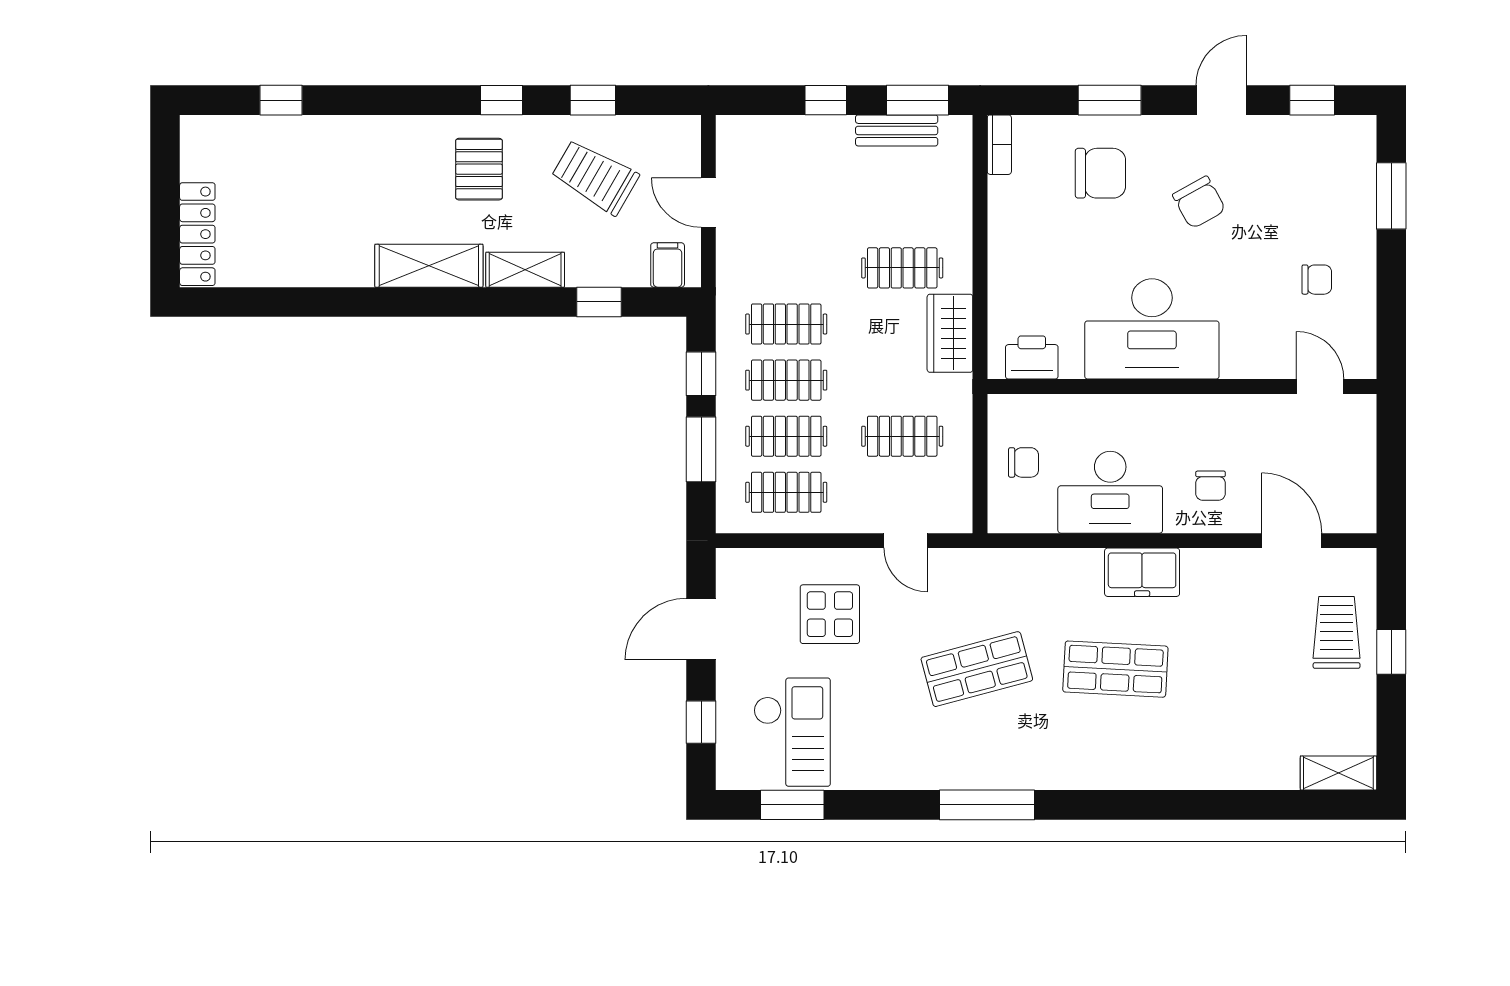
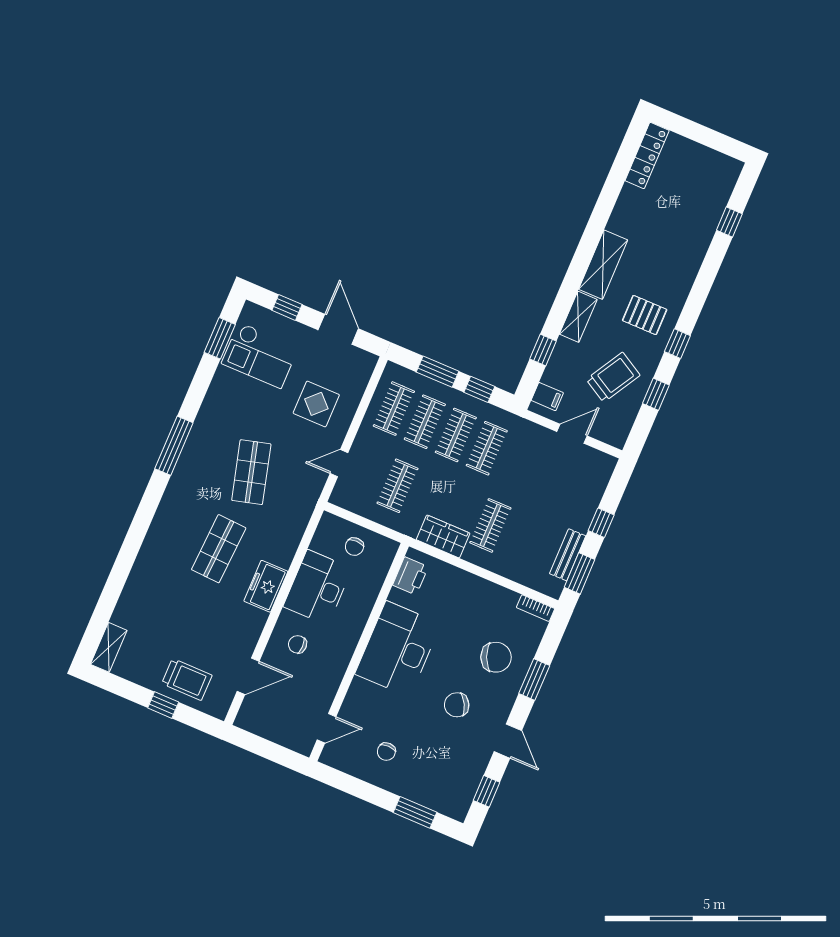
chair: (1100, 173) -> (496, 657), turned -113
locker: (197, 234) -> (647, 155), moved, turned -90

